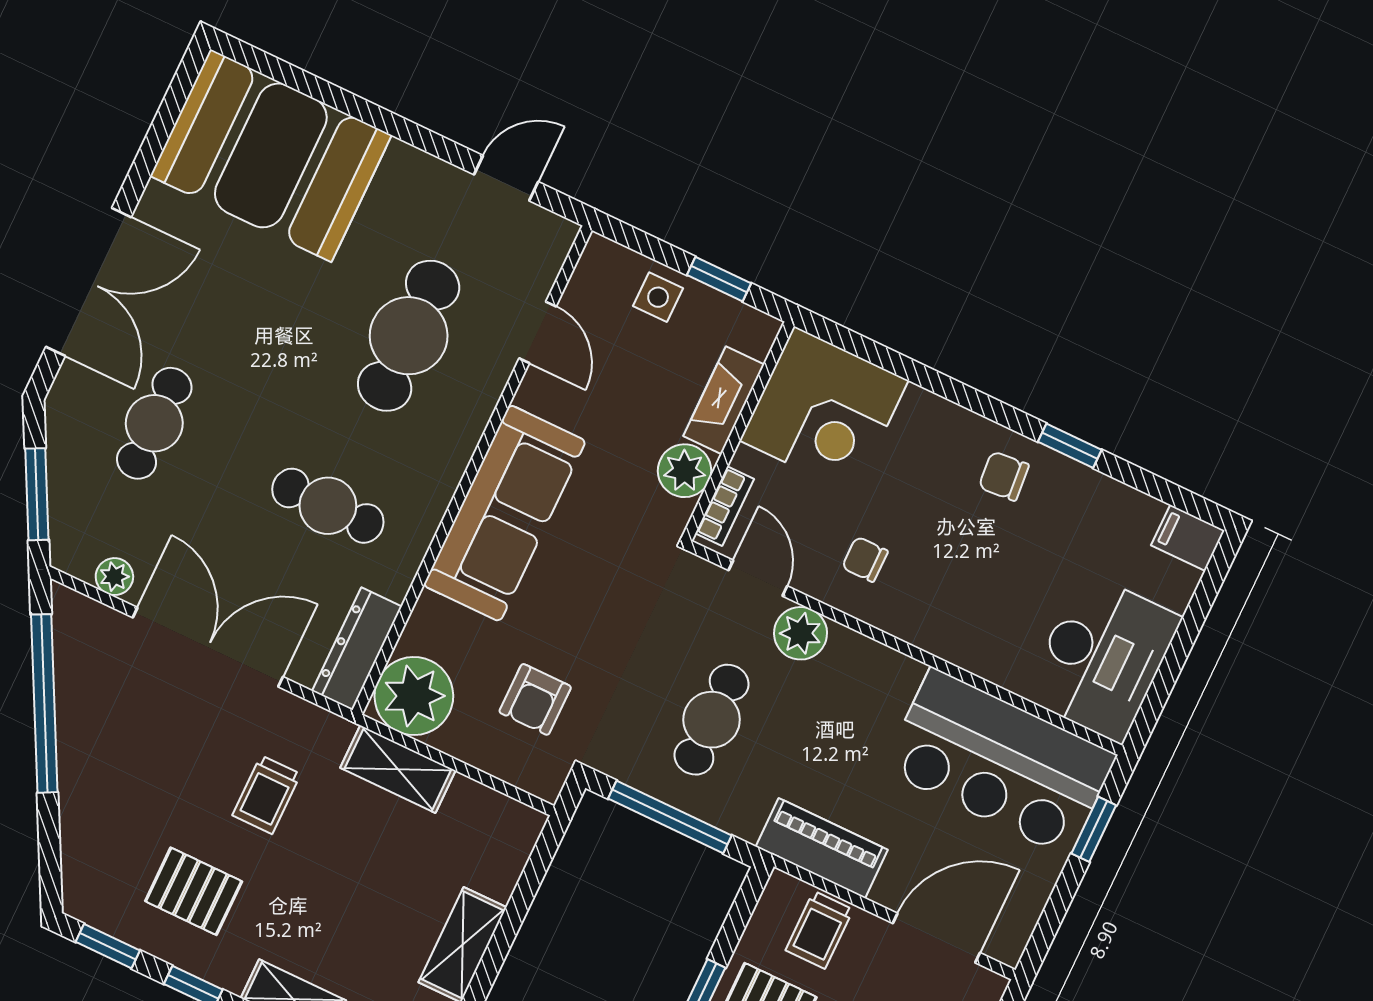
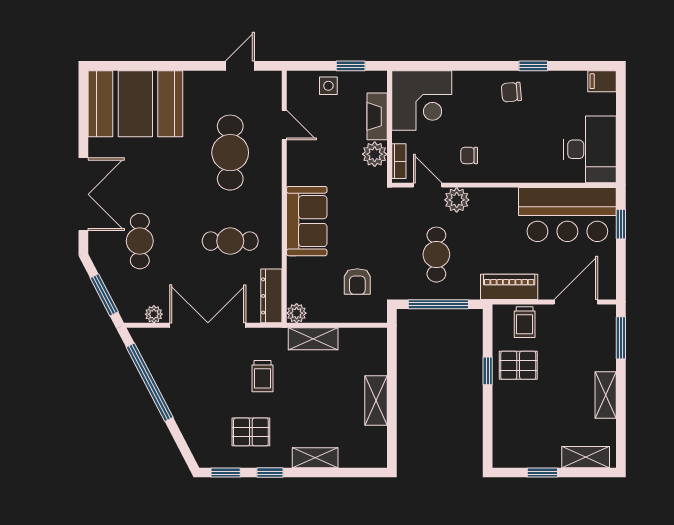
sofa: (505, 513) -> (307, 221), width x0.73
plant: (414, 696) -> (297, 313), width x0.53, depth x0.53

